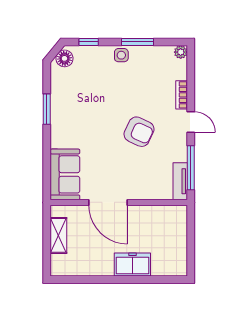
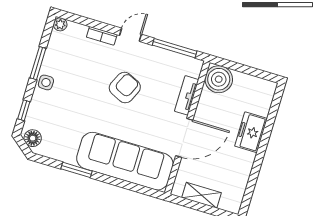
sofa: (65, 174) -> (125, 161), width x1.85, depth x1.27
tv unit: (180, 181) -> (187, 95), moved, turned 90
boiler: (174, 219) -> (219, 79), added

